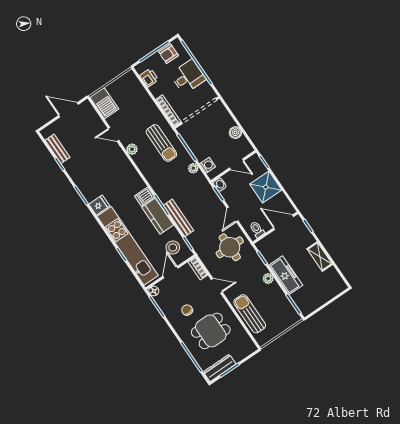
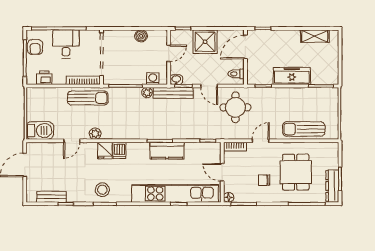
sun lounger: (161, 143) -> (88, 98), moved
dishwasher: (144, 196) -> (119, 150), moved
fridge: (99, 205) -> (105, 151), moved, turned 180
bench: (179, 218) -> (173, 93), moved
stool: (173, 247) -> (102, 190), moved
shelving: (320, 257) -> (315, 36), moved
plant: (268, 278) -> (284, 93), removed

